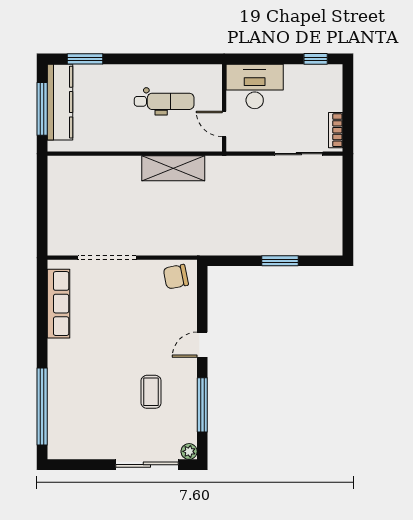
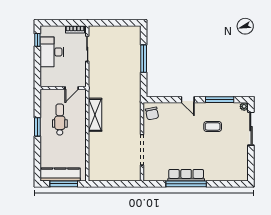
window: (85, 59) -> (37, 127), moved
desk: (255, 86) -> (52, 52), moved
window: (280, 261) -> (144, 59), width x1.44
row of seats: (58, 304) -> (186, 175), moved
window: (42, 407) -> (186, 184), moved

